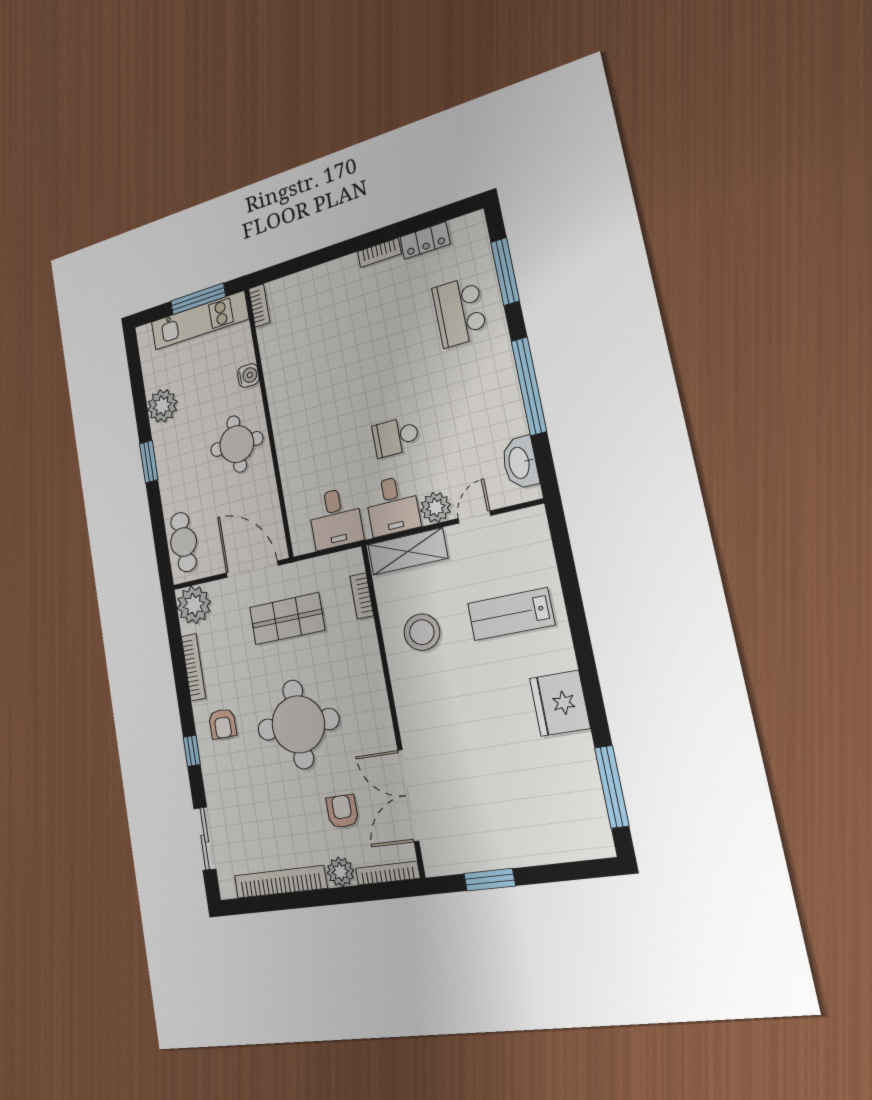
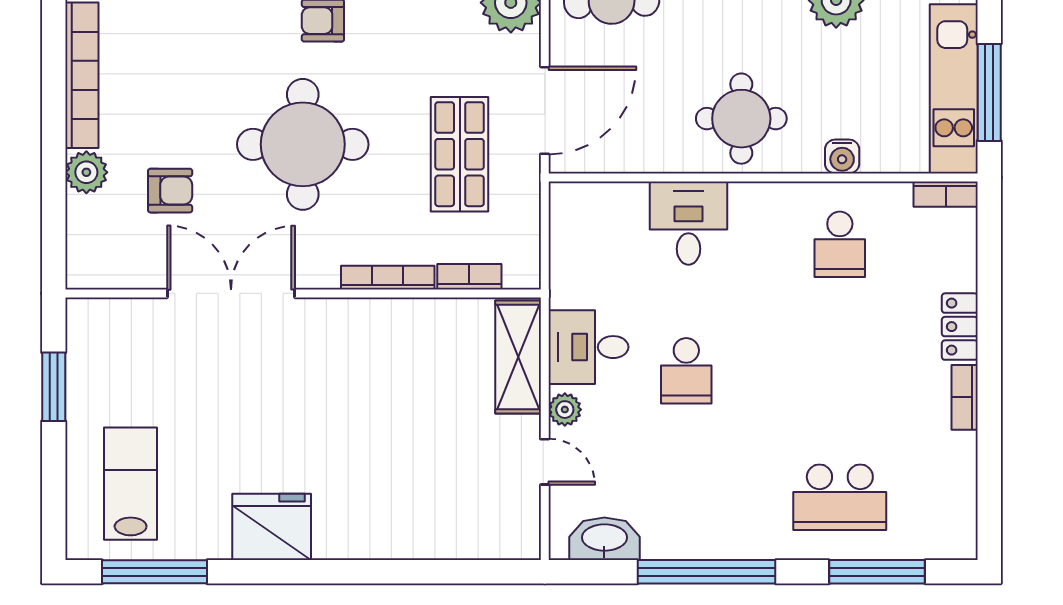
locker: (425, 240) -> (960, 327), moved
school desk: (459, 312) -> (840, 497), turned 180
school desk: (300, 361) -> (840, 244), added
school desk: (396, 437) -> (686, 371), turned 180
plant: (436, 507) -> (565, 410), width x0.73, depth x0.73
desk: (335, 518) -> (689, 223), moved, turned 90
lab bench: (511, 614) -> (131, 484), moved
stool: (422, 632) -> (401, 356), removed
double door: (408, 795) -> (231, 293), moved
bookcase: (388, 873) -> (388, 278), moved, turned -90

